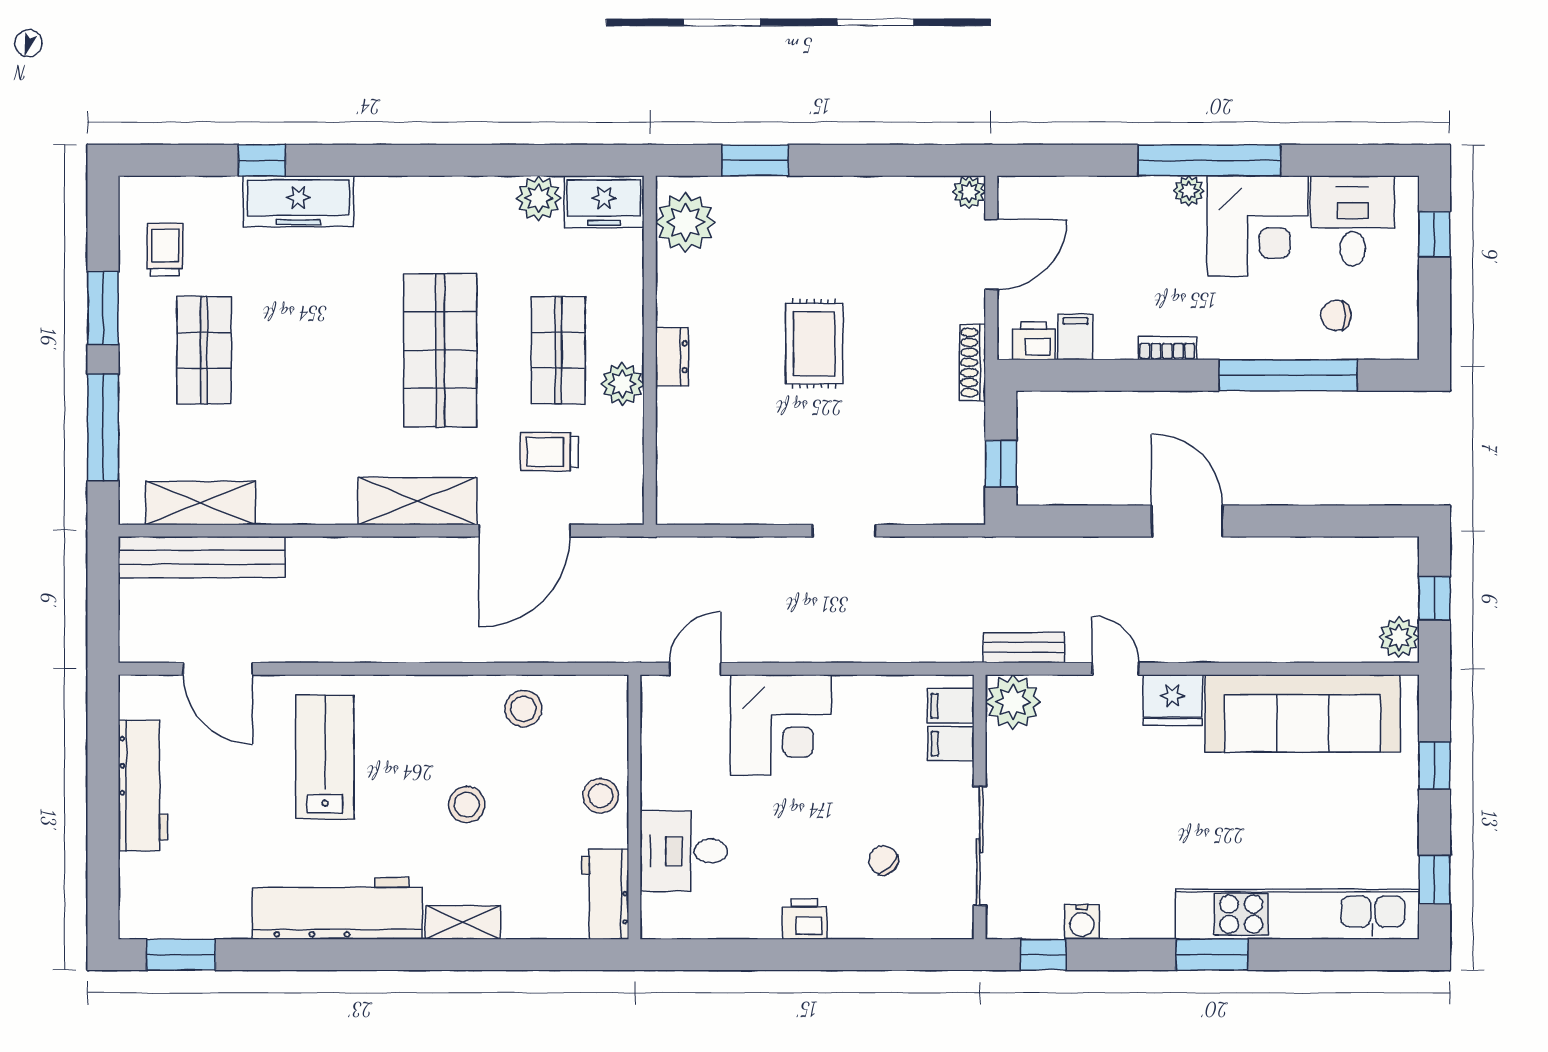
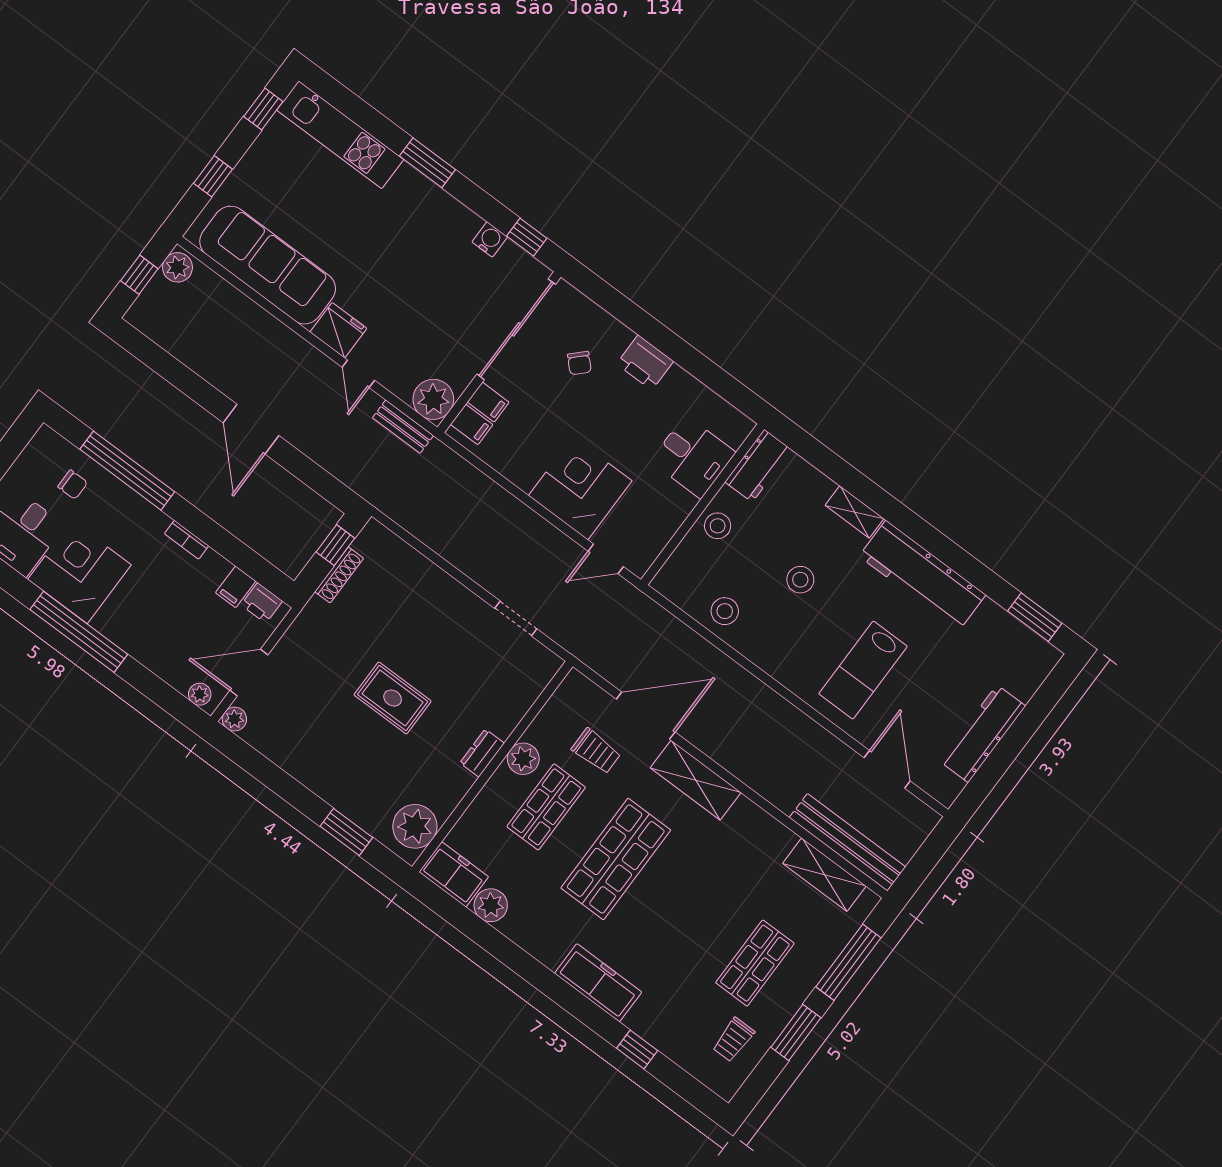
plant: (1189, 191) -> (200, 694), moved
freezer: (298, 201) -> (598, 983), moved
rug: (814, 344) -> (393, 698), turned 90
shoe rack: (972, 362) -> (339, 575), moved
doorway: (844, 531) -> (516, 619), moved
sliding door: (980, 846) -> (516, 329), width x1.36
kitchen unit: (1297, 914) -> (340, 135), width x0.73
printer: (805, 919) -> (645, 363), width x1.36, depth x1.24

